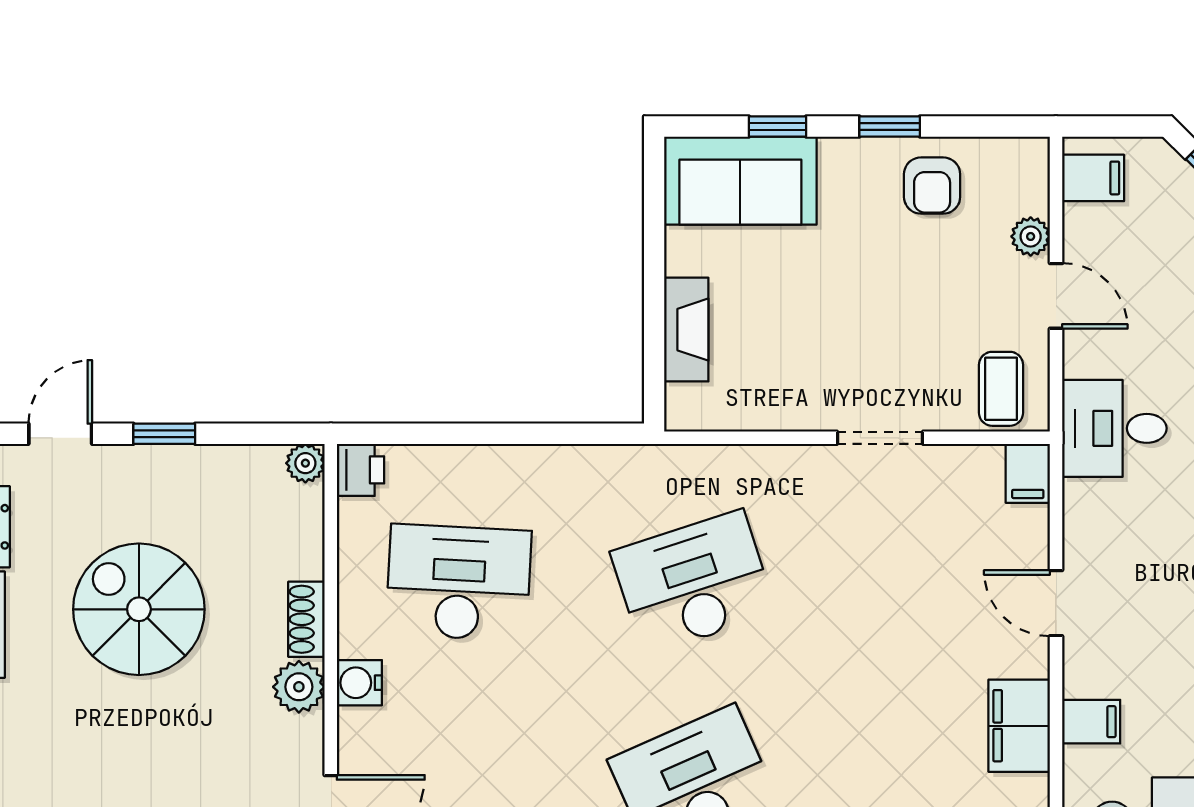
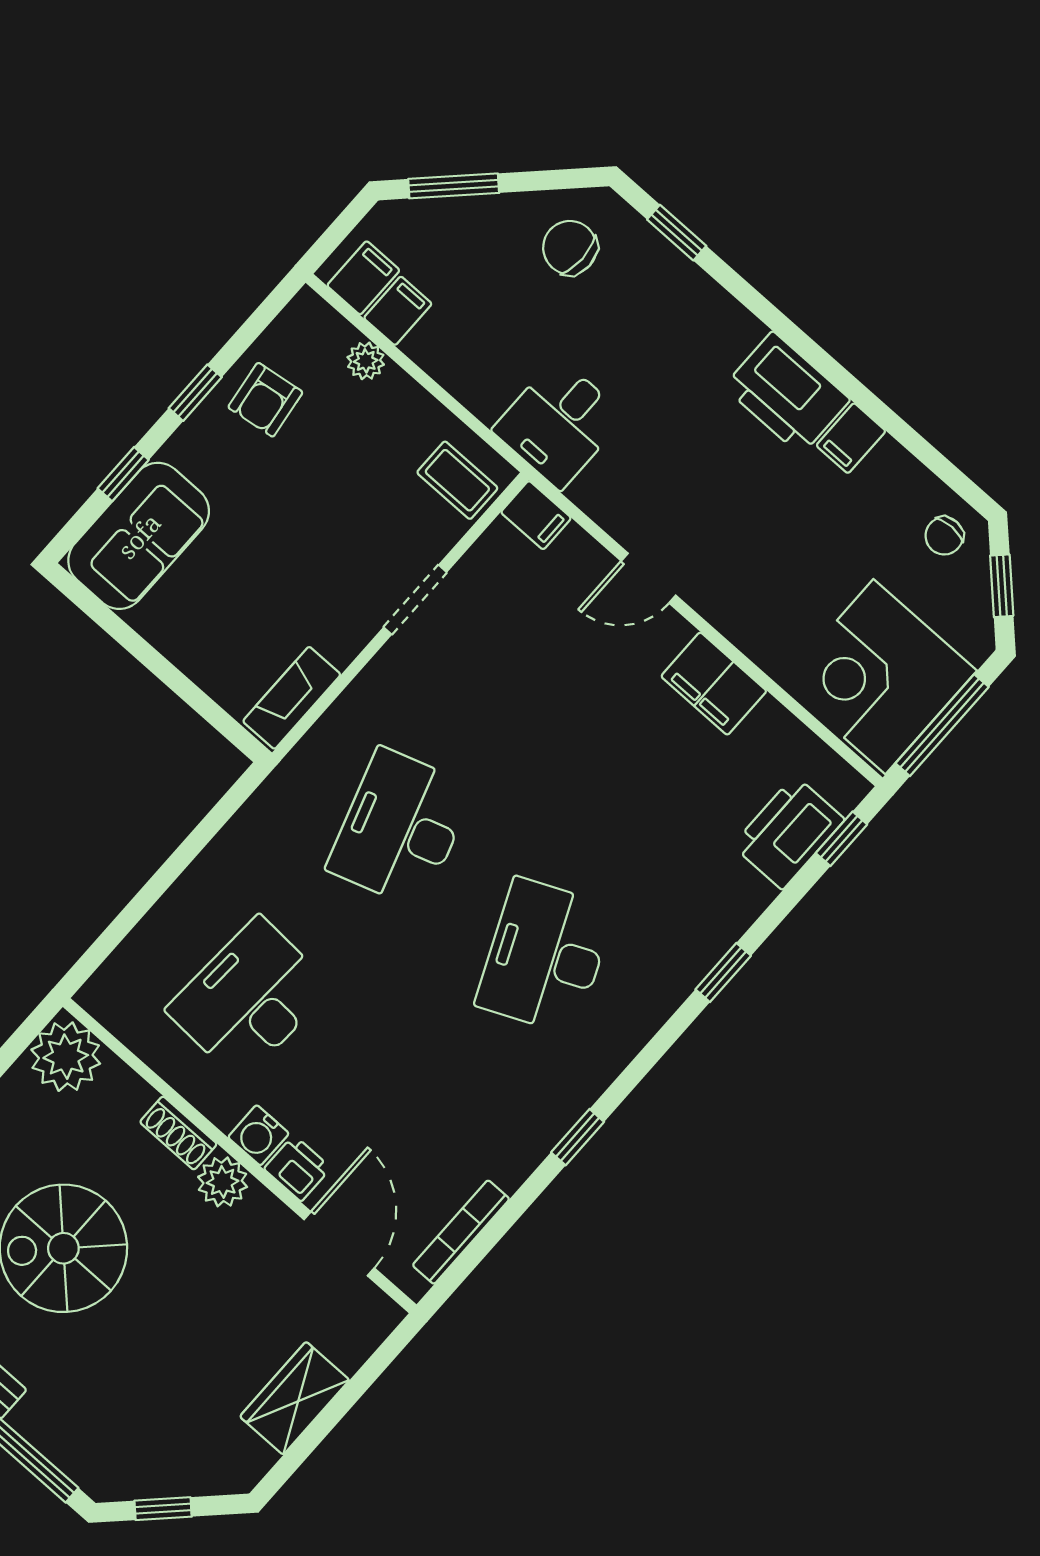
armchair: (932, 186) -> (265, 400), turned 82
door: (1056, 296) -> (425, 381), removed
fireplace: (686, 330) -> (292, 698), moved, turned -90
plant: (305, 463) -> (66, 1057), width x1.88, depth x1.88
printer: (360, 470) -> (297, 1168), moved
filing cabinet: (1091, 722) -> (398, 311), moved

